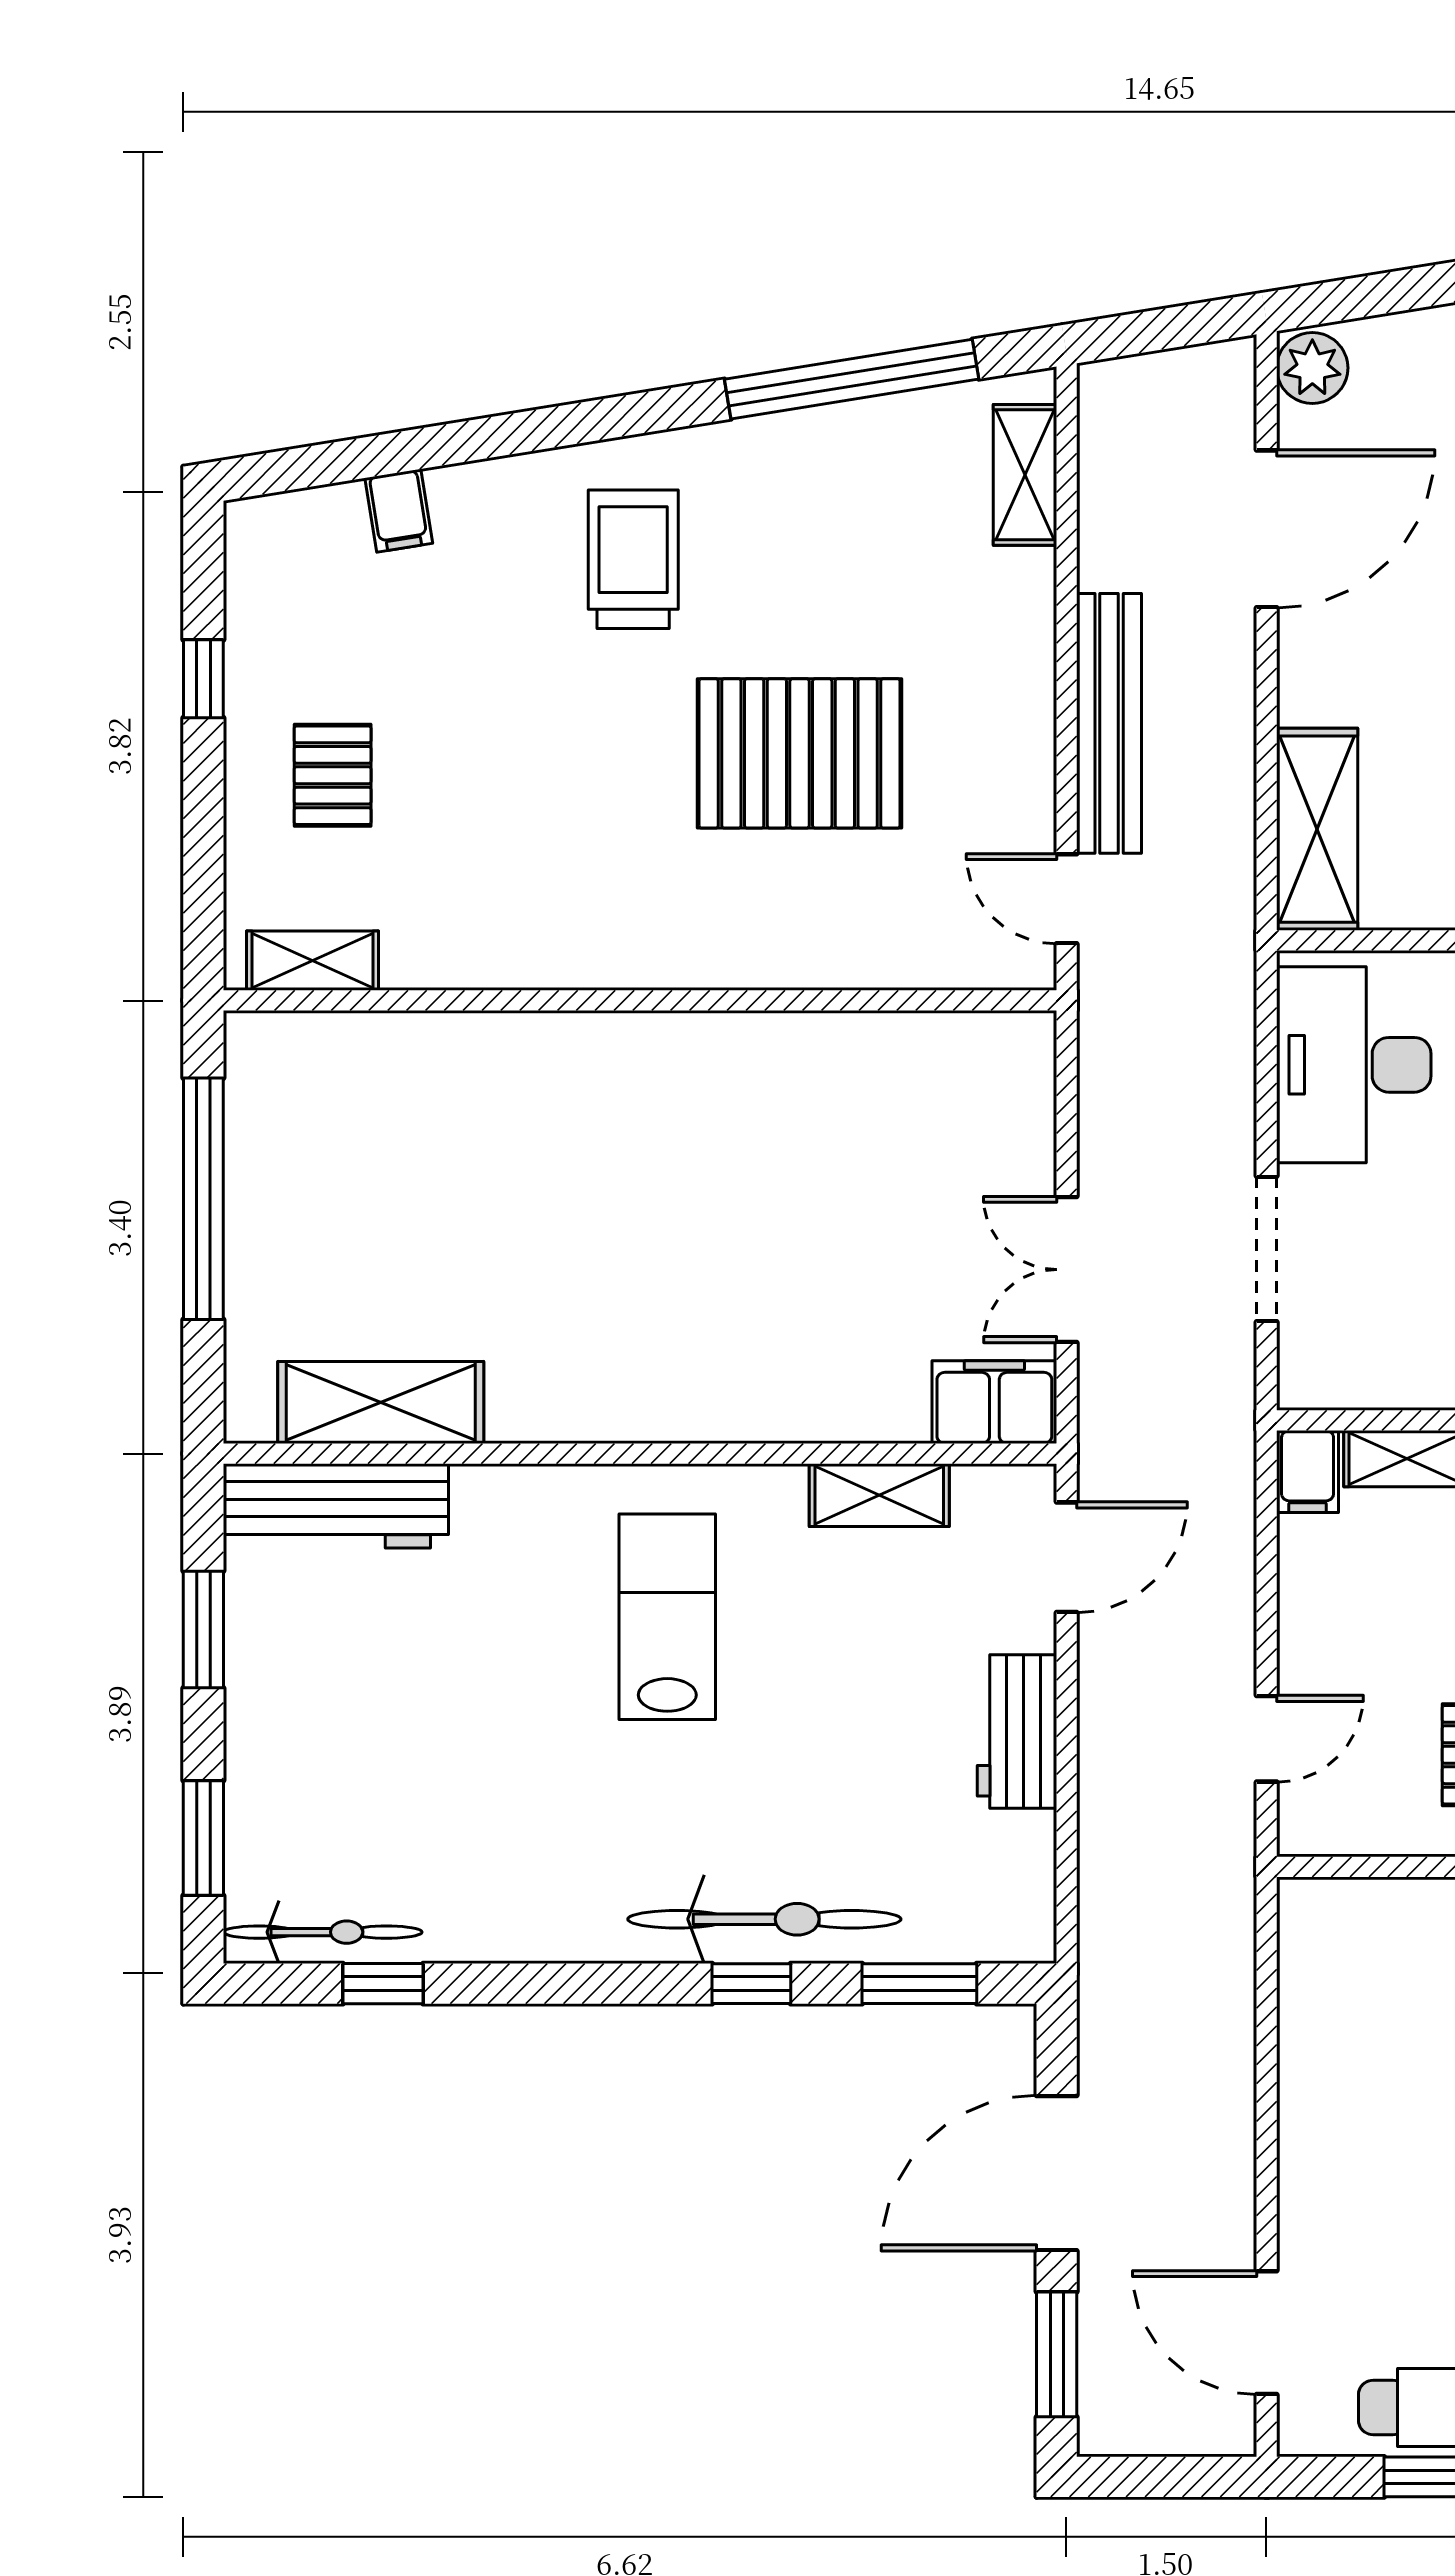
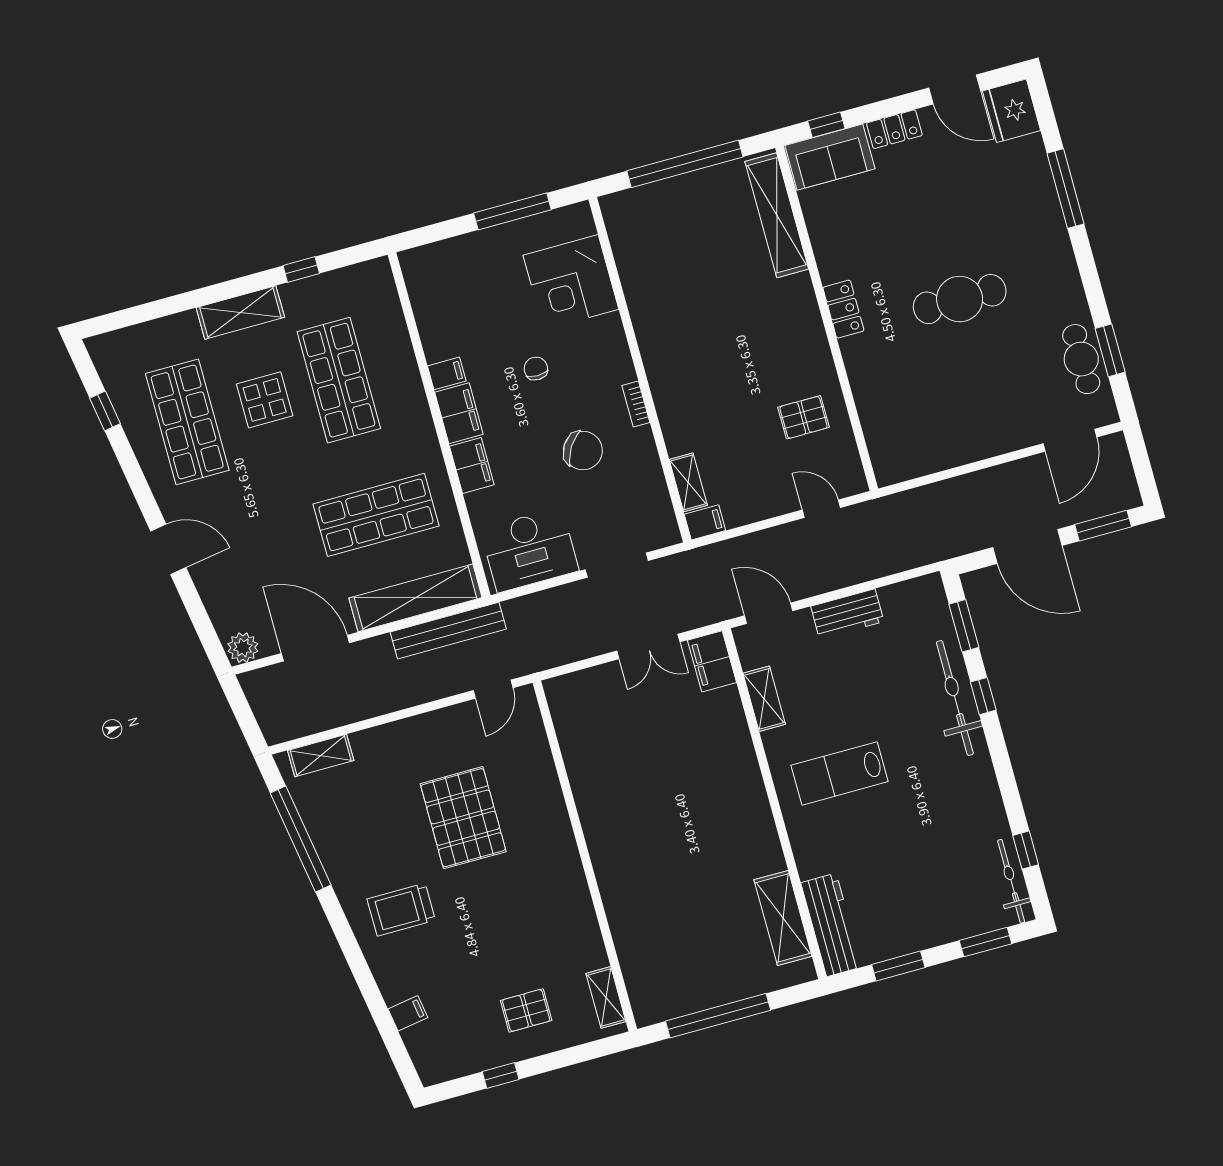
bench: (1109, 723) -> (448, 631), moved
shelving: (1317, 829) -> (416, 598), width x1.47

